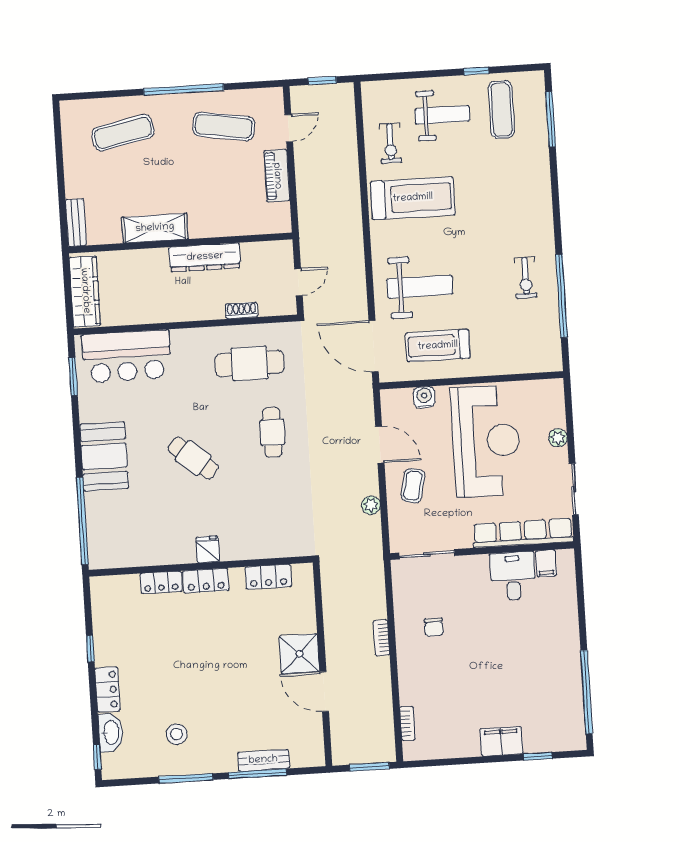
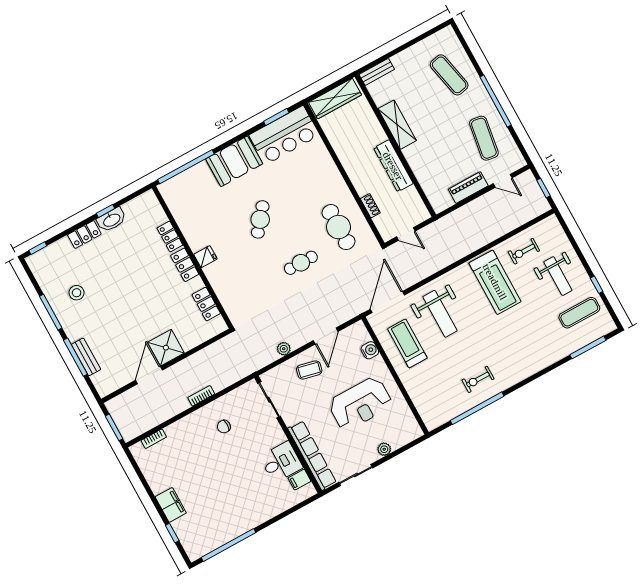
bar counter: (127, 356) -> (284, 135), moved, turned -90
reception desk: (486, 441) -> (360, 404), width x0.74, depth x0.77
washbasin: (111, 733) -> (112, 220), moved

